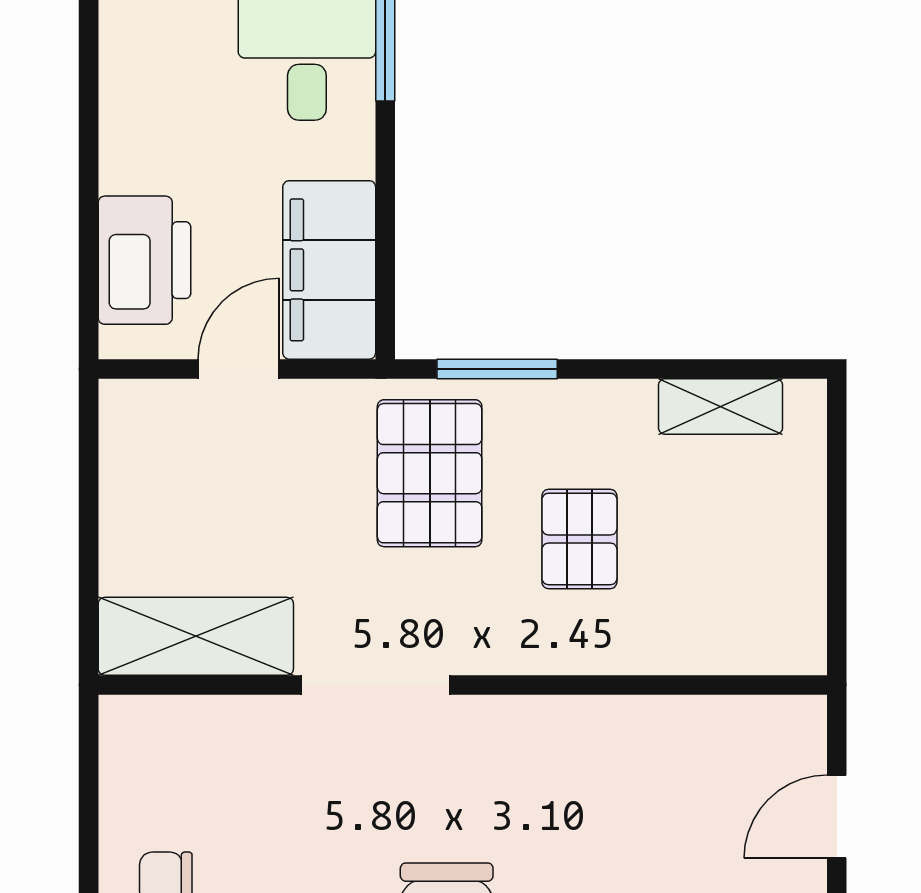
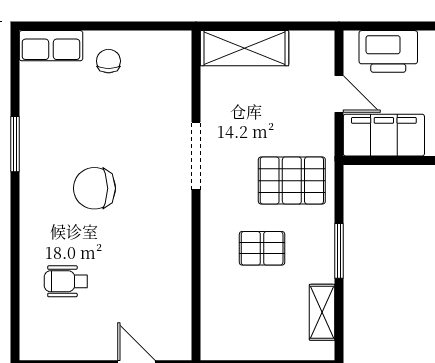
window: (497, 369) -> (339, 251), moved
shelving: (196, 636) -> (244, 48), moved, turned 90

